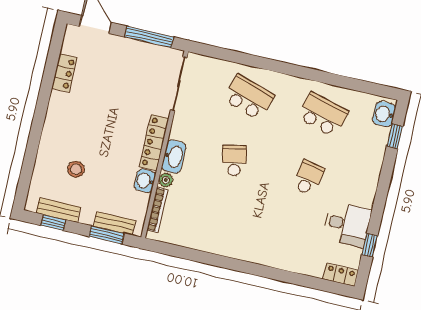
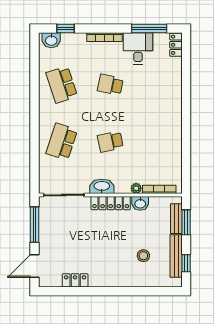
school desk: (323, 114) -> (62, 85), turned -33
washbasin: (174, 157) -> (102, 186), moved
bookcase: (372, 184) -> (105, 37), added
bench: (58, 210) -> (176, 256), width x1.36
window: (370, 245) -> (149, 28), width x2.17

